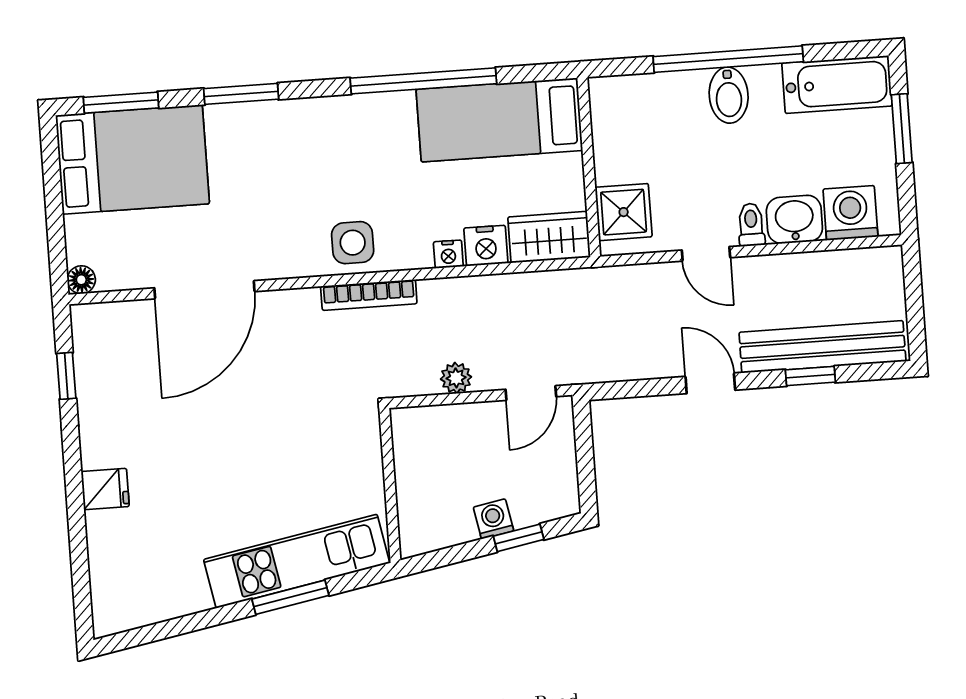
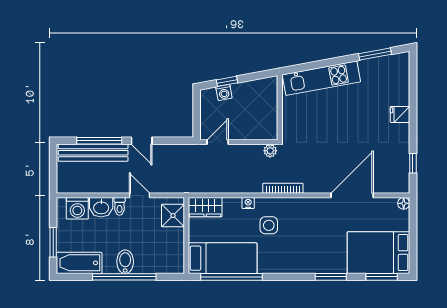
window: (423, 81) -> (231, 277), moved
side table: (353, 243) -> (269, 225), moved
nightstand: (486, 246) -> (232, 206), removed
window: (810, 376) -> (99, 141), width x2.17
plant: (456, 378) -> (270, 151), moved
washing machine: (493, 519) -> (224, 92), moved
window: (290, 597) -> (375, 54), moved

